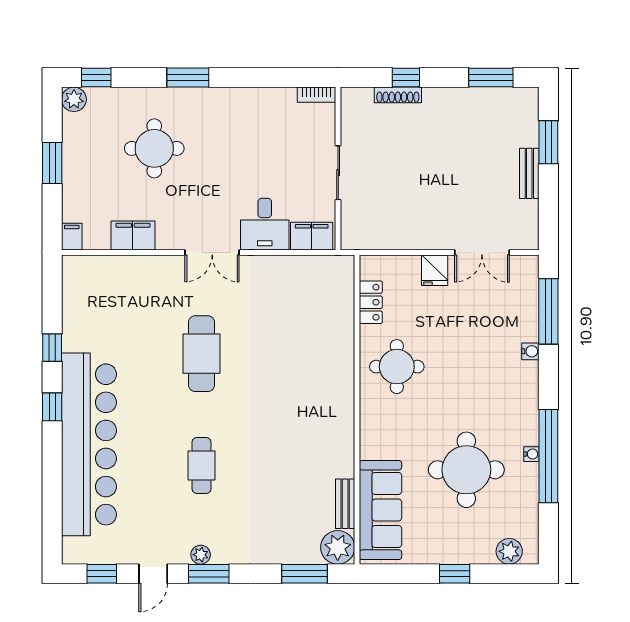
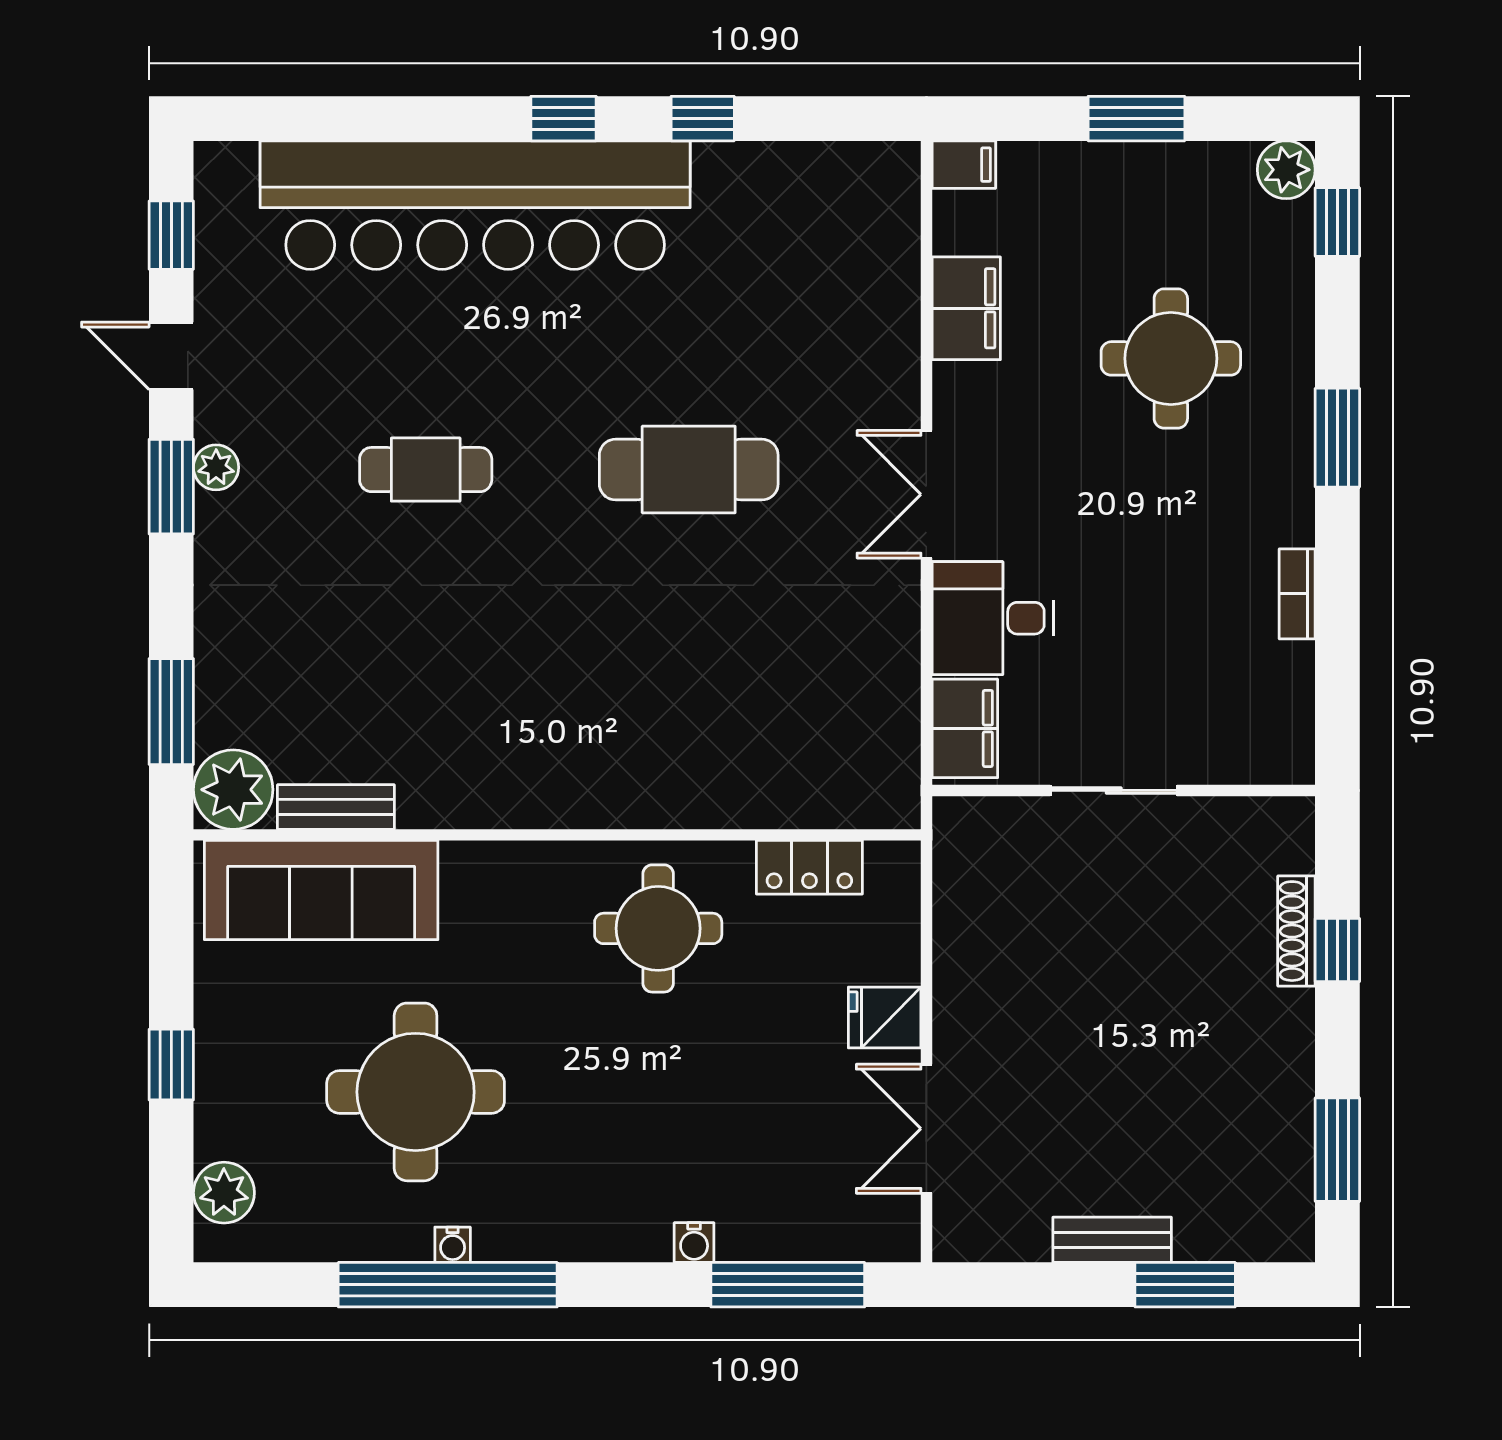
bookcase: (317, 95) -> (1297, 594), moved

